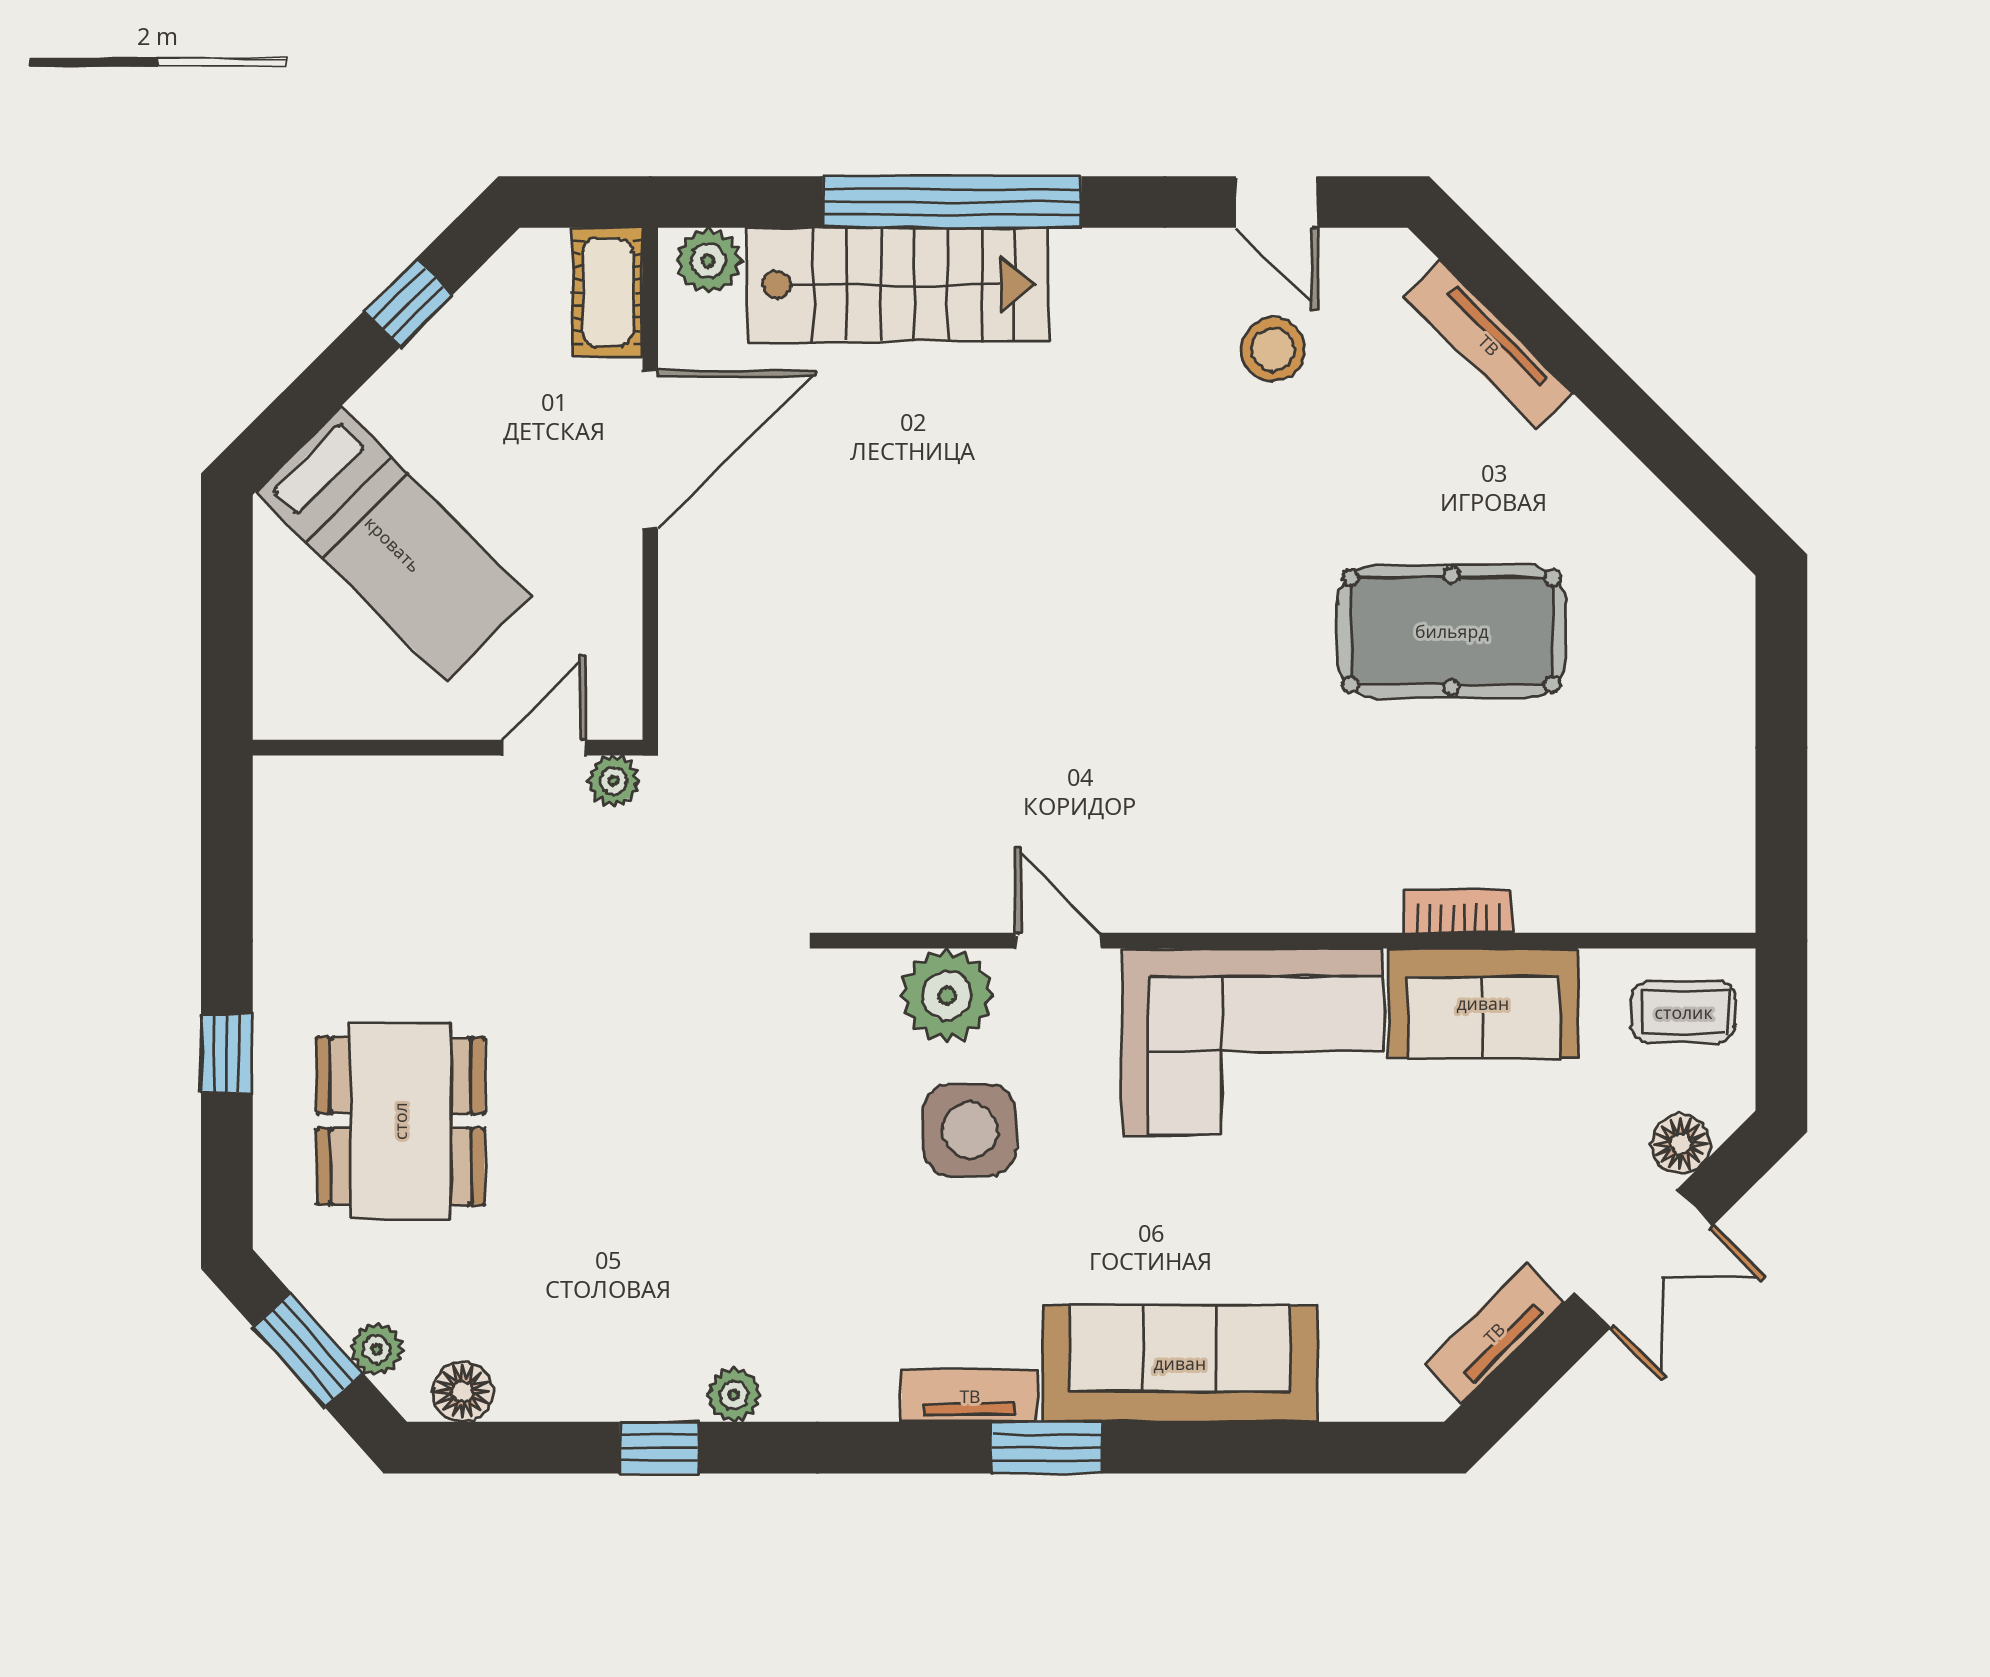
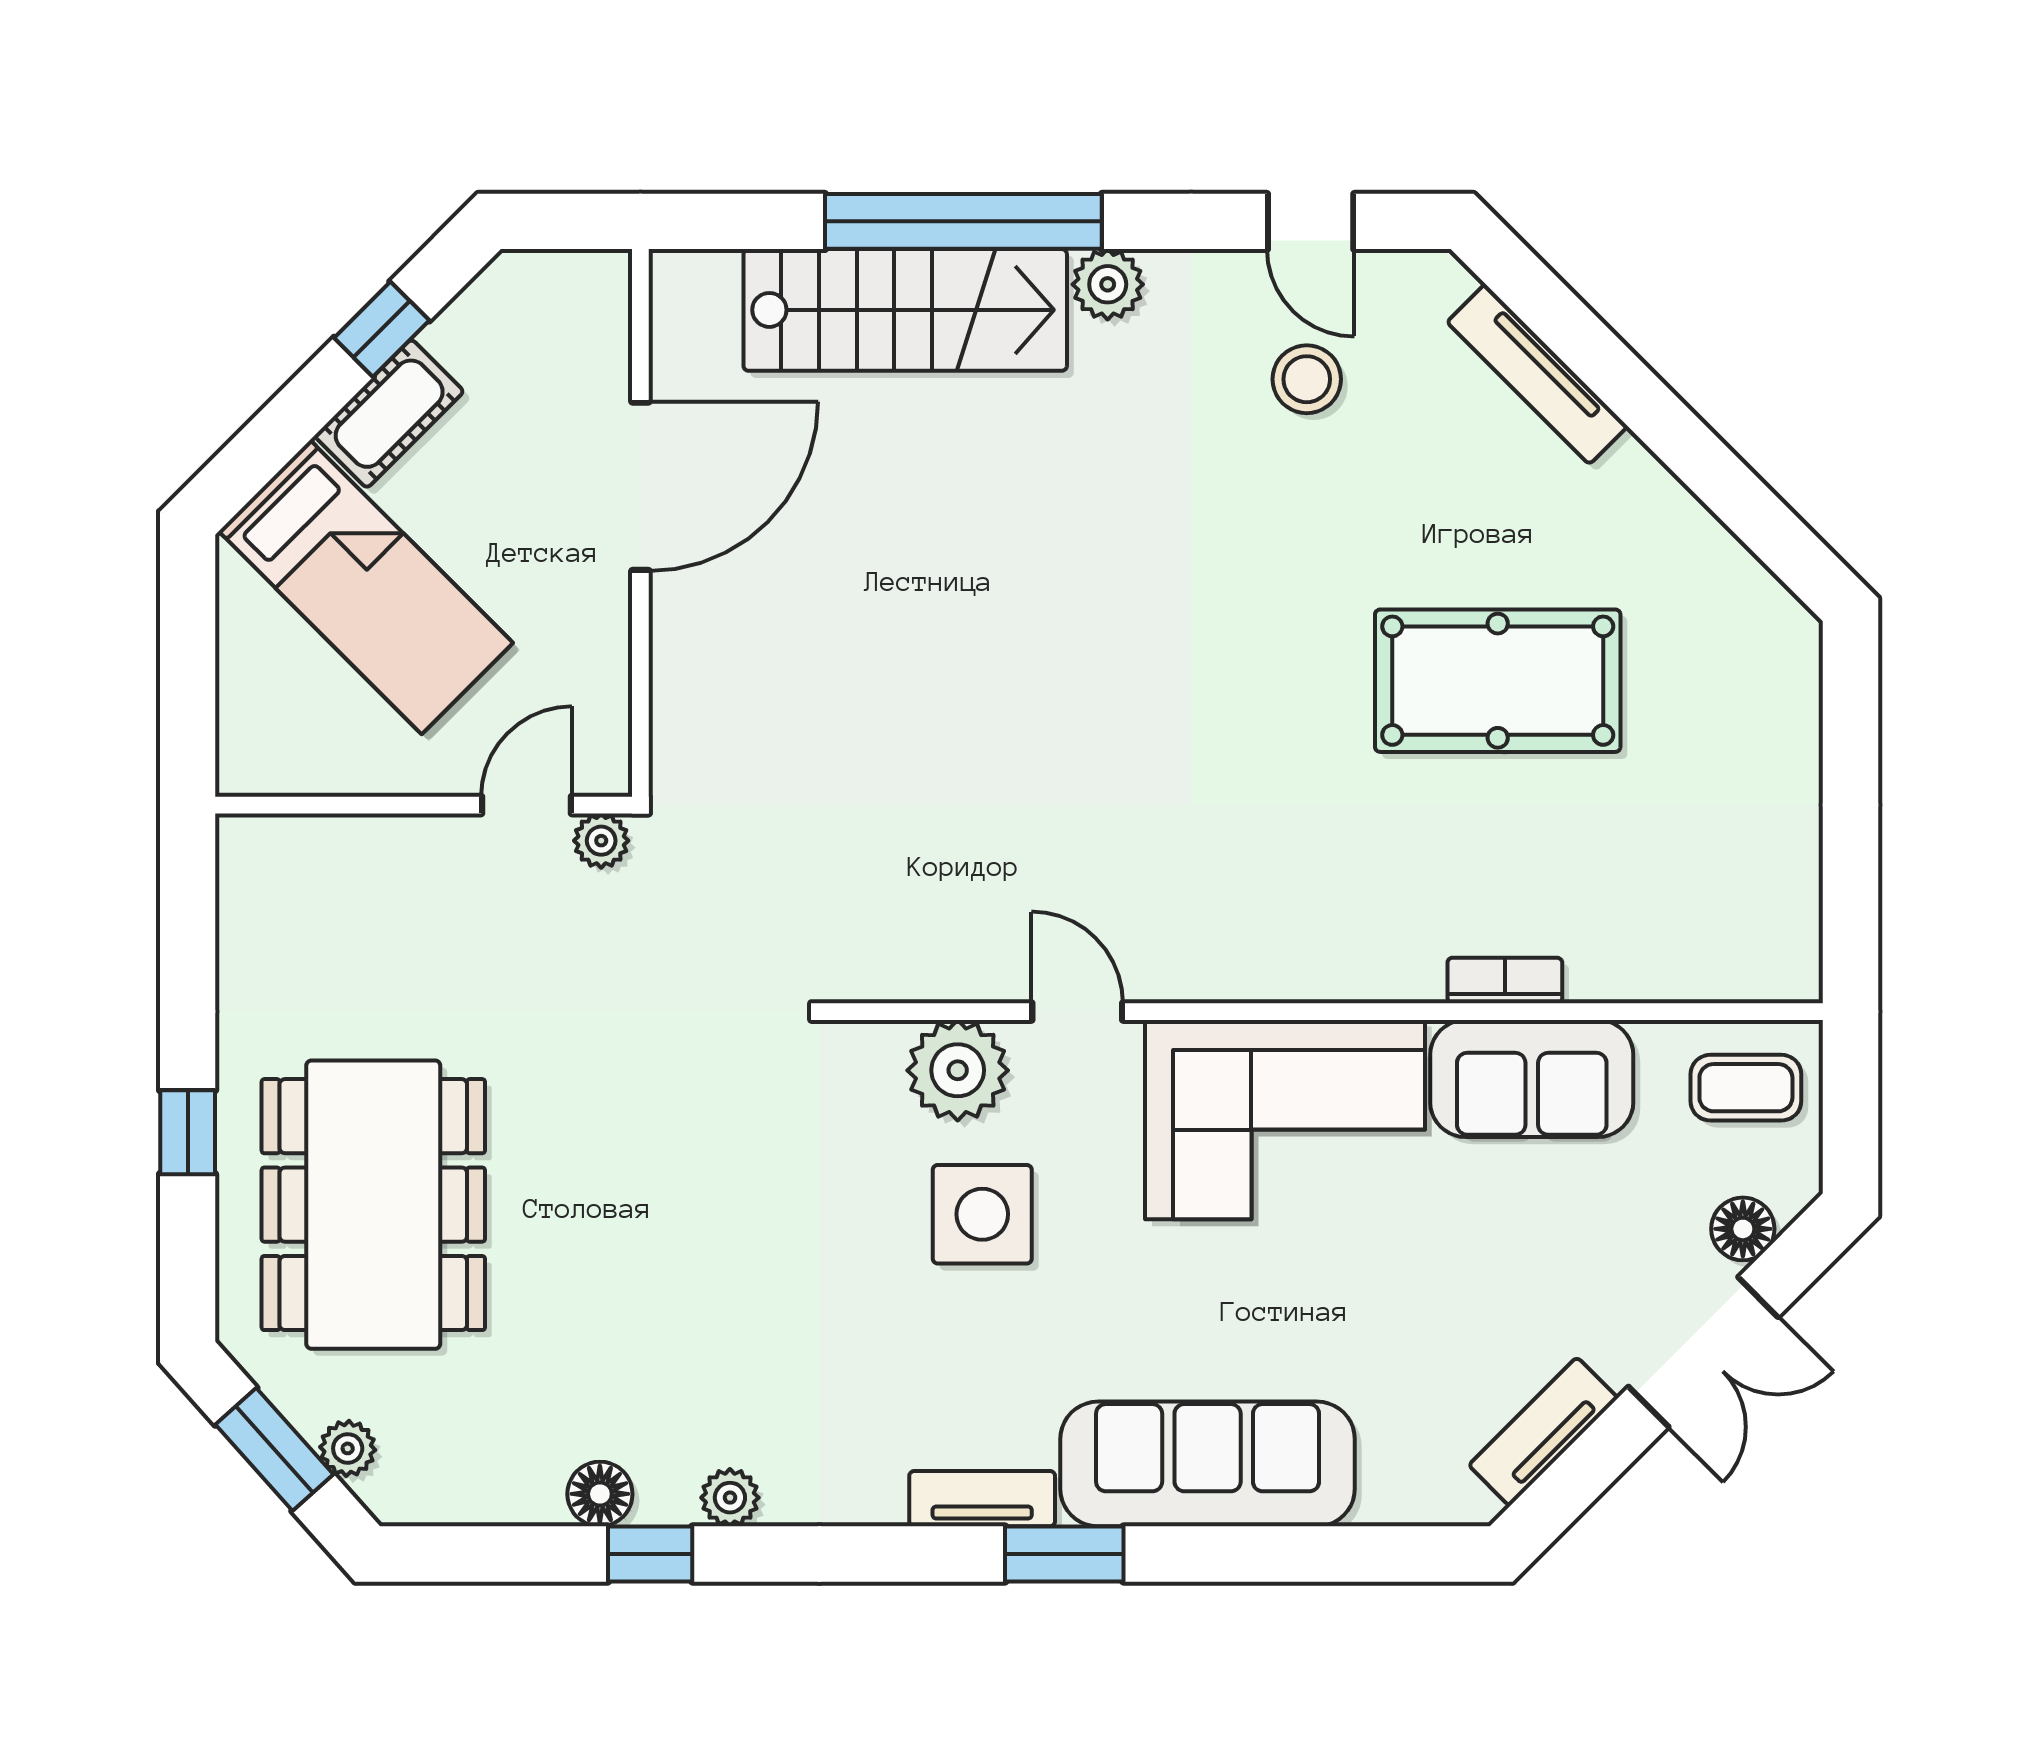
plant: (708, 261) -> (1108, 284), moved
cot: (607, 292) -> (389, 414), moved, turned 45
dining table: (400, 1121) -> (373, 1205), width x1.36, depth x1.24
floor lamp: (463, 1392) -> (600, 1494), moved

